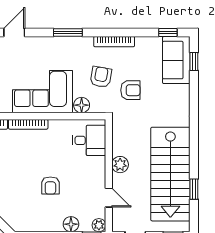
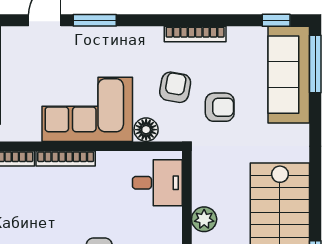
window: (68, 32) -> (95, 20), moved
sofa: (176, 60) -> (289, 75), width x1.36
window: (194, 61) -> (315, 64), width x2.17

